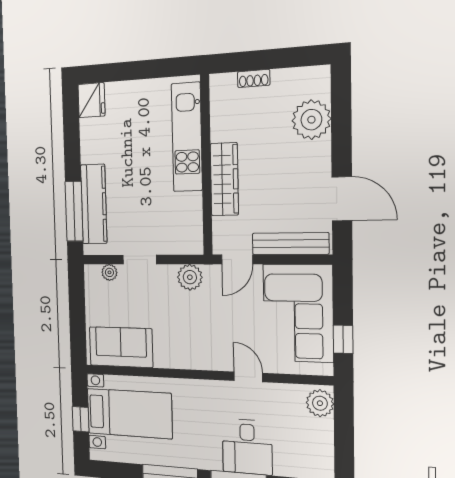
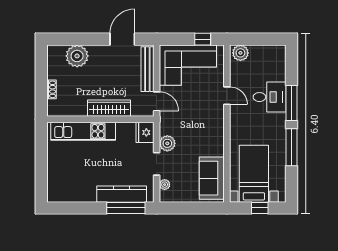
fridge: (91, 100) -> (145, 132), moved, turned -90
plant: (190, 277) -> (167, 143), moved
door: (248, 377) -> (227, 96), swing flipped

